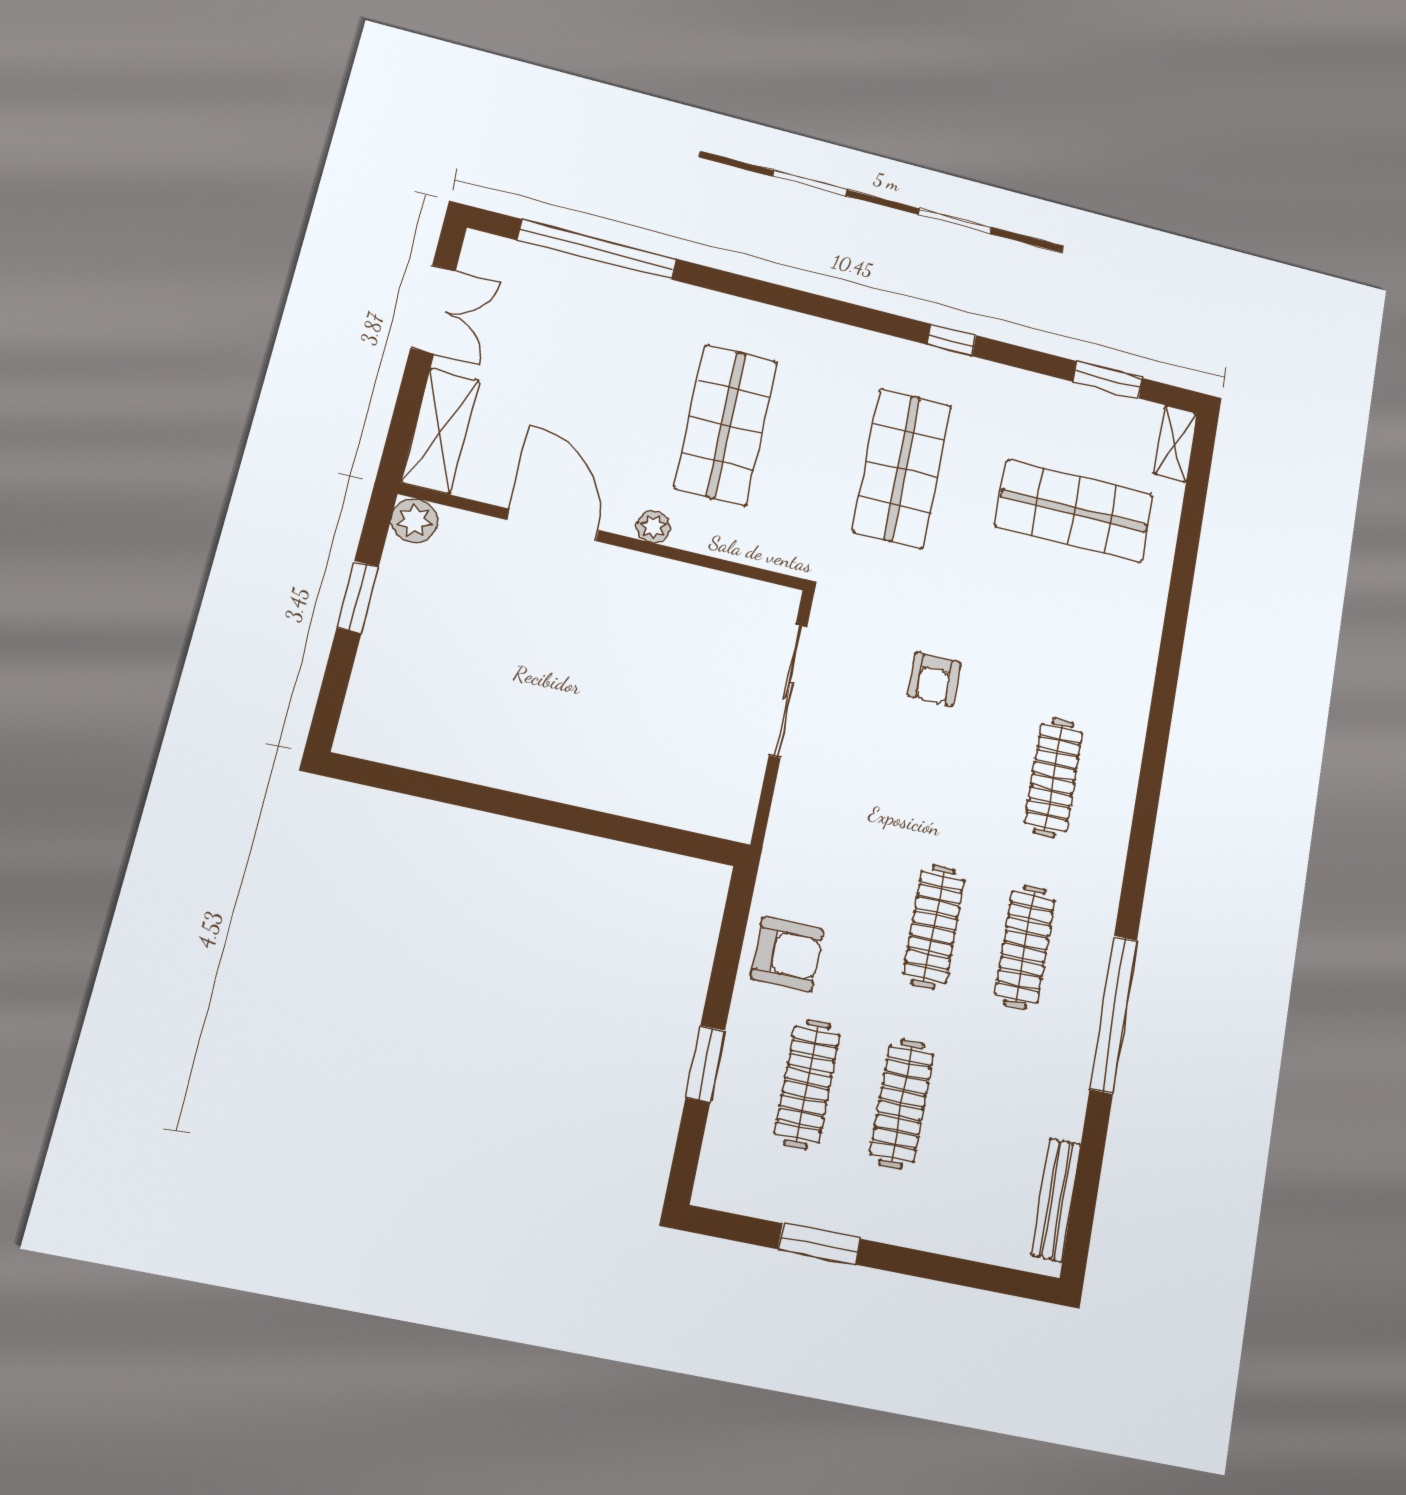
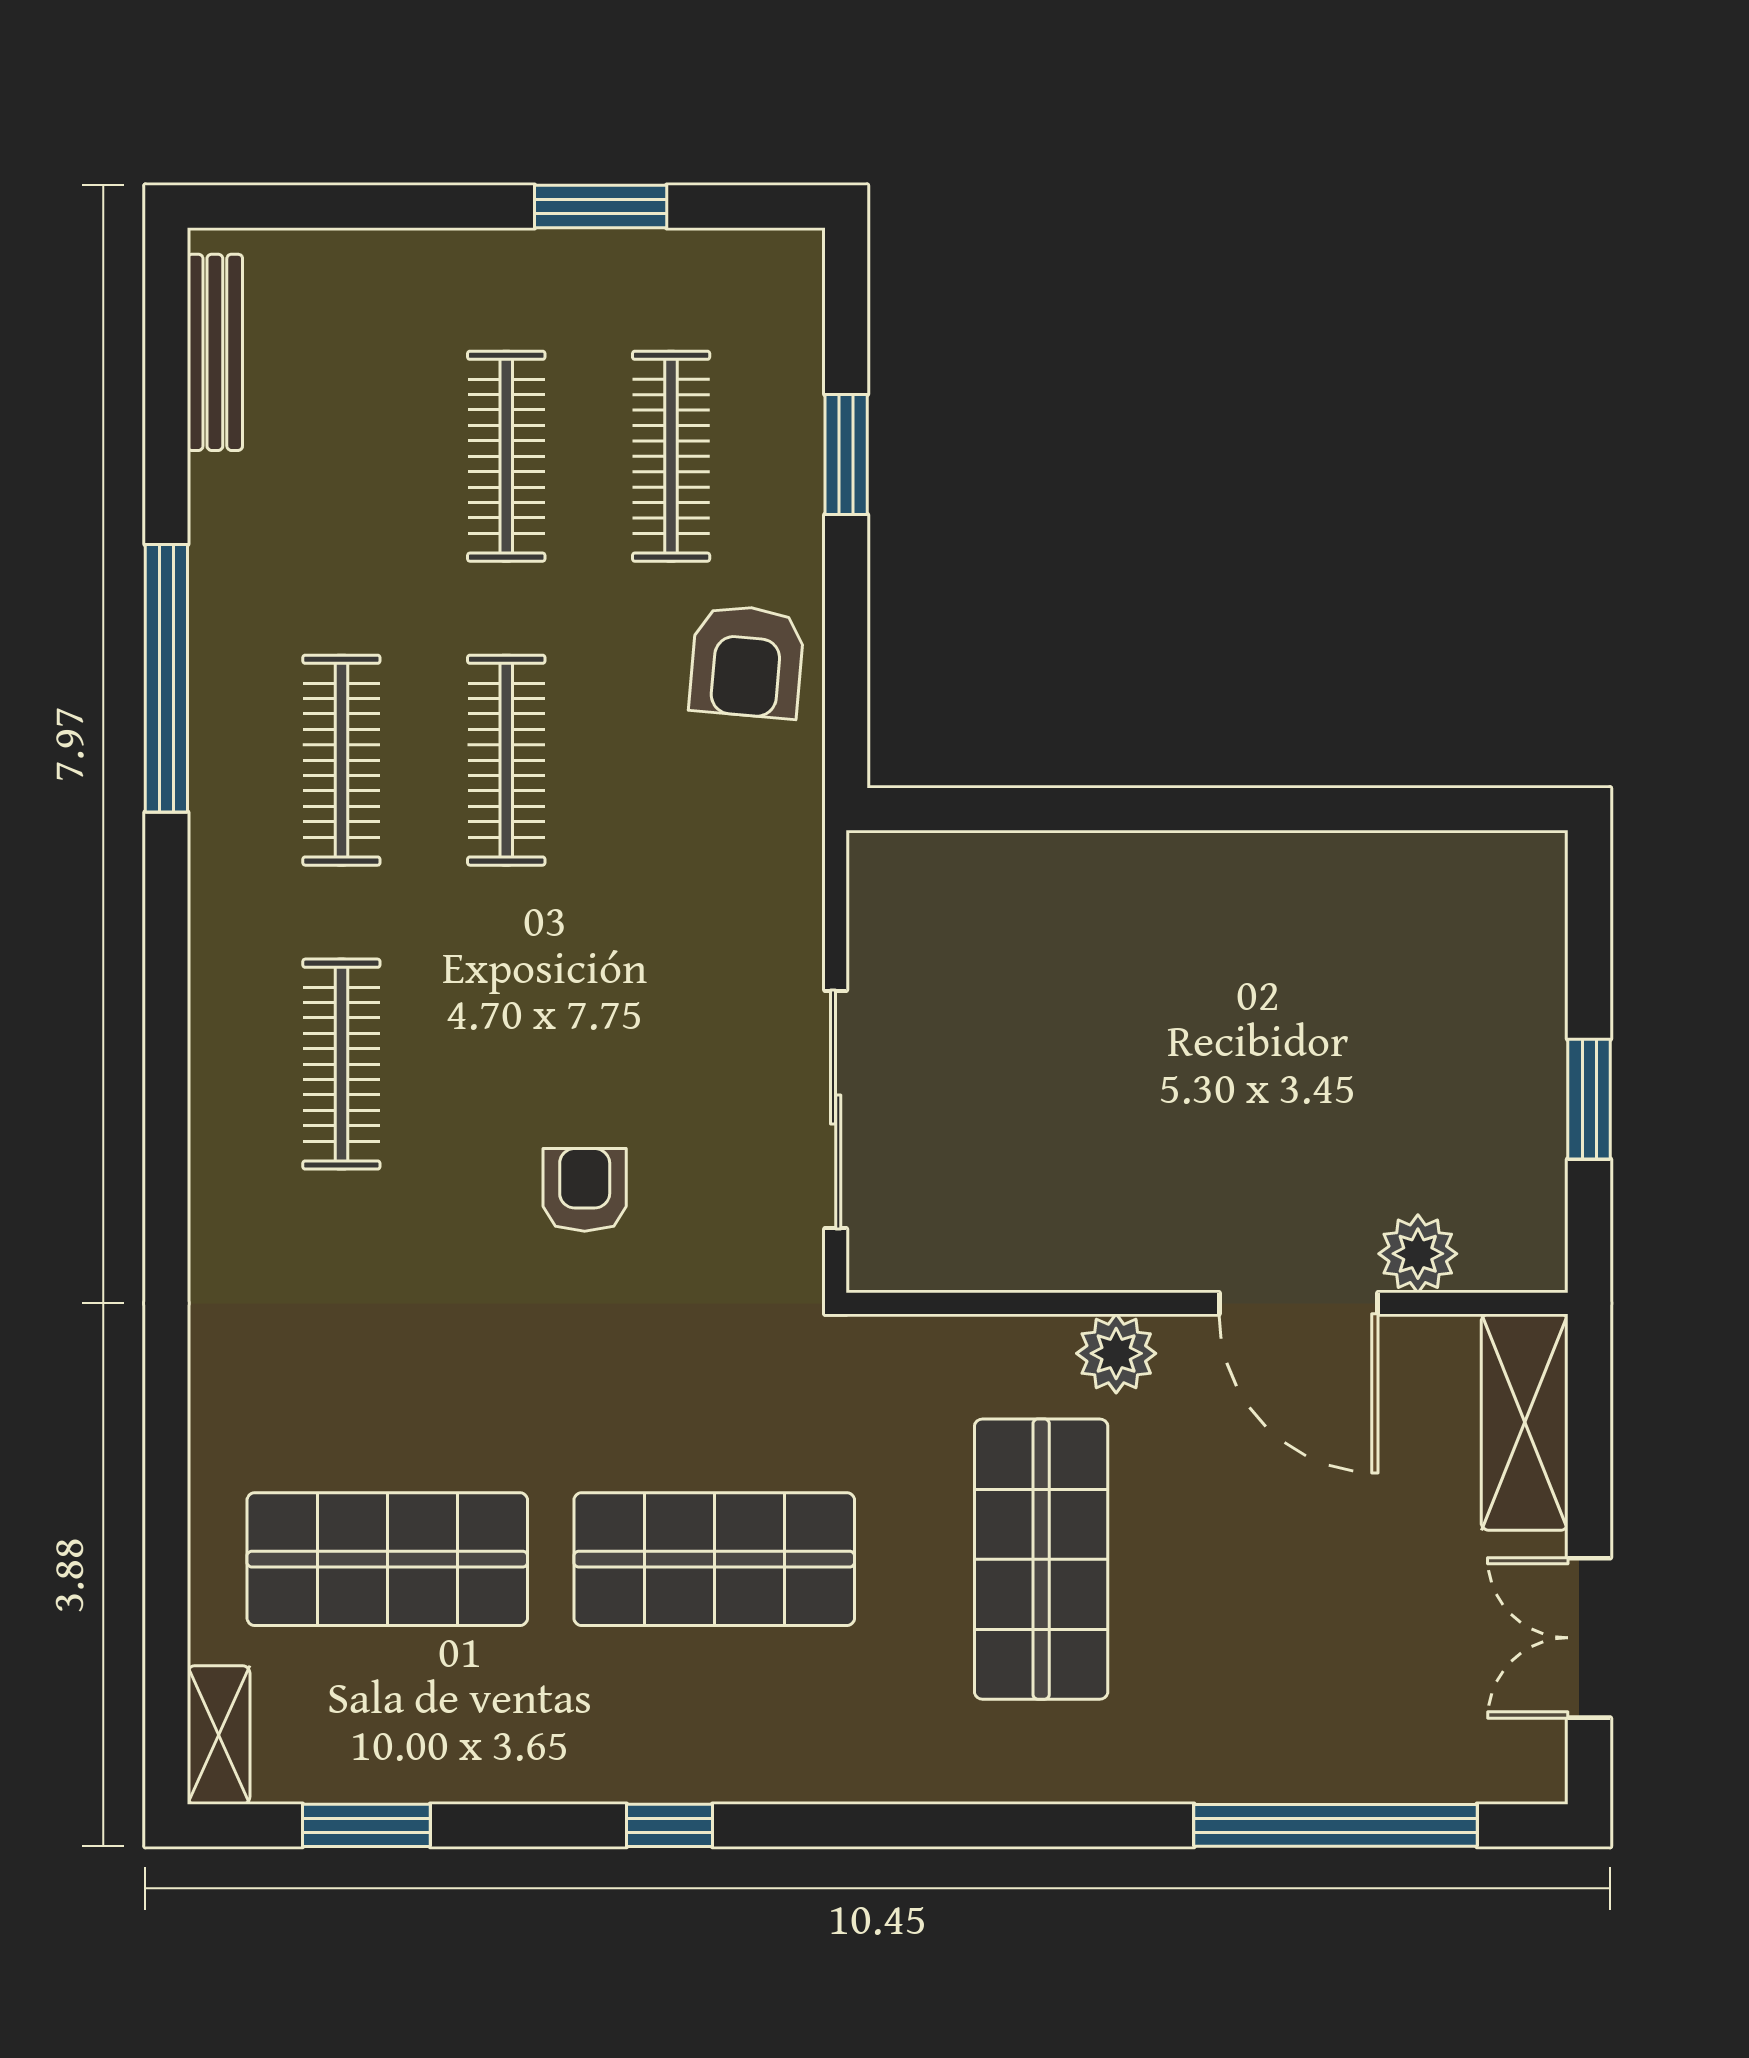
shop shelf: (902, 468) -> (714, 1559), turned 90
plant: (415, 521) -> (1418, 1254), moved
plant: (653, 527) -> (1116, 1353), width x1.38, depth x1.38
armchair: (787, 954) -> (747, 661), turned -85

